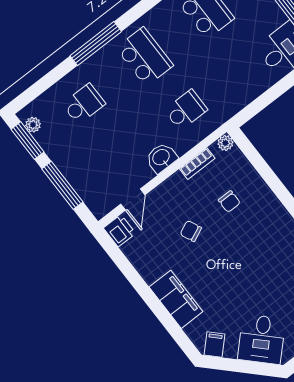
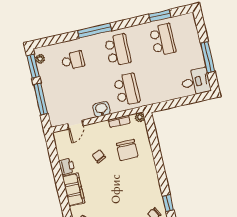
school desk: (186, 110) -> (127, 89), width x1.85
chair: (229, 202) -> (127, 150), width x1.87, depth x1.87
printer: (120, 231) -> (67, 166), moved

